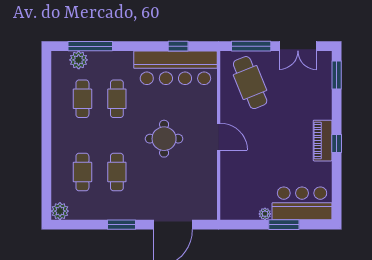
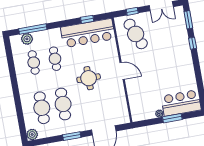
window: (251, 46) -> (132, 11), width x0.46
piano: (323, 141) -> (187, 62), removed
window: (337, 144) -> (193, 43), moved
cafe table: (82, 172) -> (42, 108), width x1.37, depth x1.35
cafe table: (117, 172) -> (63, 104), width x1.37, depth x1.35

